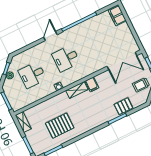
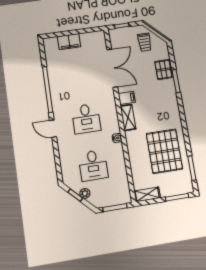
filing cabinet: (117, 16) -> (69, 42), moved
double door: (122, 61) -> (112, 68), moved
pallet: (60, 126) -> (164, 151), width x1.37, depth x1.41

